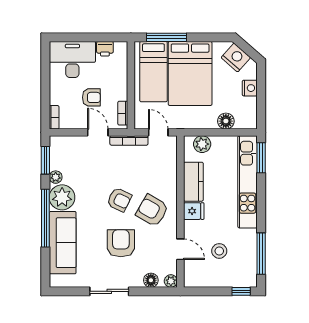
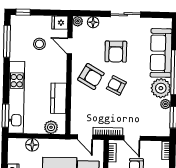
fridge: (194, 211) -> (60, 23), moved

